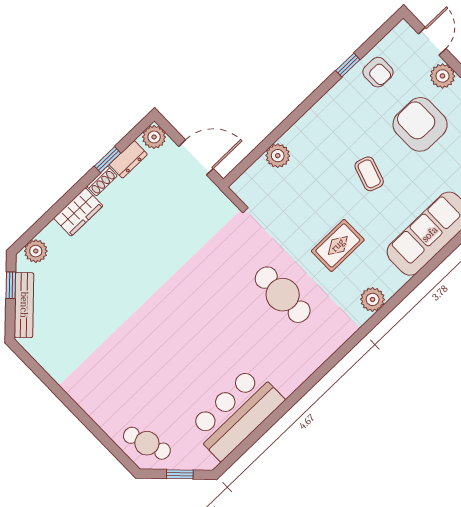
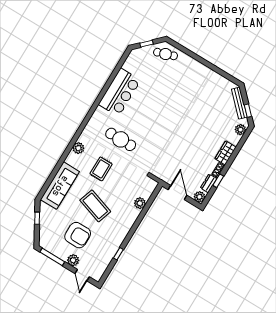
armchair: (378, 72) -> (104, 254), removed
door: (196, 157) -> (177, 192), swing flipped
coffee table: (369, 174) -> (95, 206), width x1.86, depth x1.72
bar counter: (236, 413) -> (120, 92), moved

